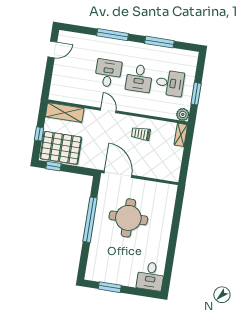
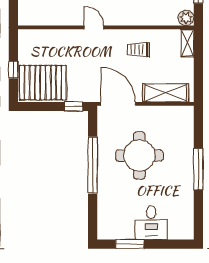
shelving: (65, 113) -> (166, 93), moved
window: (53, 166) -> (74, 106), moved
window: (173, 236) -> (198, 169), added
desk: (151, 276) -> (151, 223), moved

